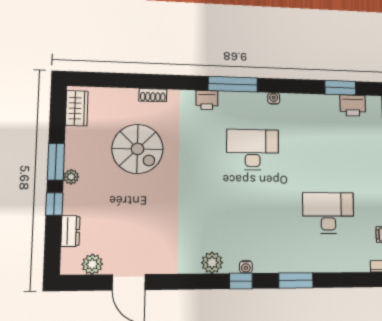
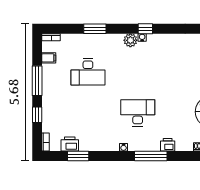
desk: (253, 150) -> (138, 113), turned 180
plant: (212, 263) -> (130, 40), moved
window: (296, 280) -> (95, 29), moved

